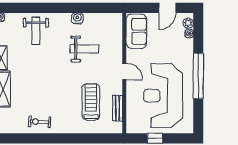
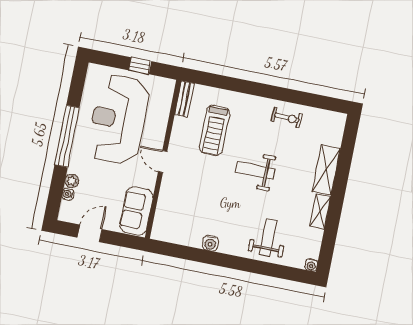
plant: (188, 23) -> (72, 181), moved
weight bench: (84, 49) -> (255, 170), moved
reception desk: (163, 96) -> (118, 120), turned 180
bench: (118, 108) -> (184, 99), moved

